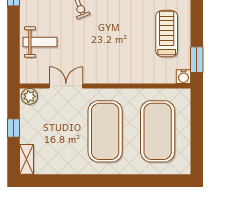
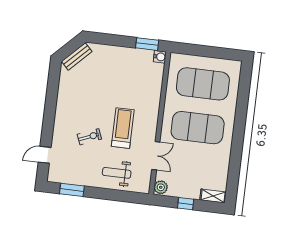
treadmill: (167, 34) -> (123, 128), moved, turned 90
weight bench: (40, 42) -> (117, 173), turned -90
double door: (66, 86) -> (156, 156), swing flipped

